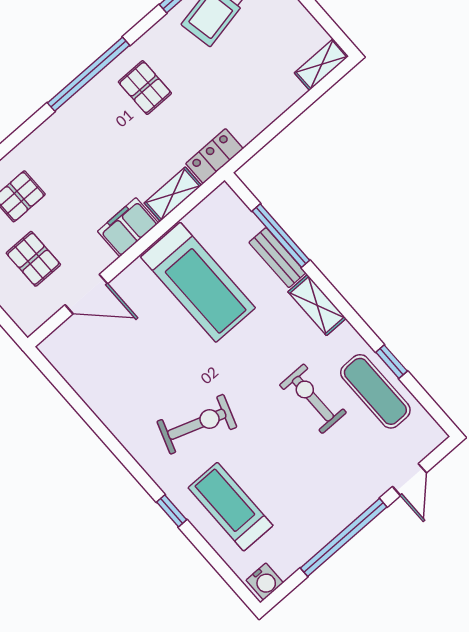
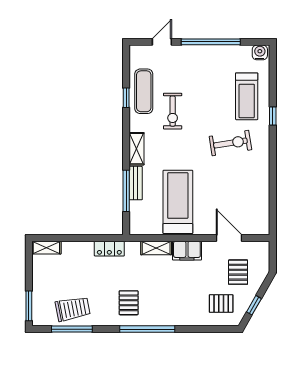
locker: (214, 156) -> (109, 249), moved
exercise bike: (197, 424) -> (230, 143), turned 152

